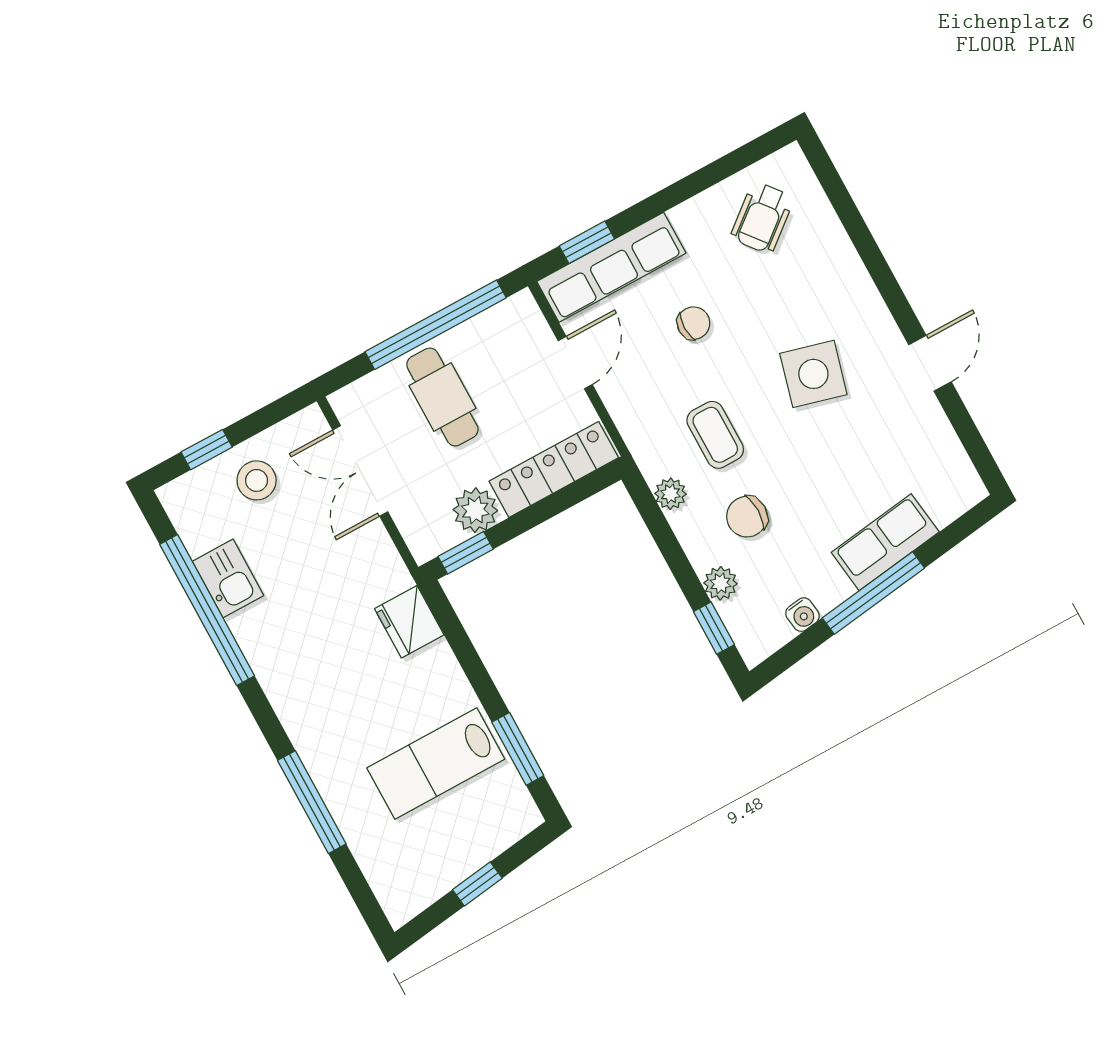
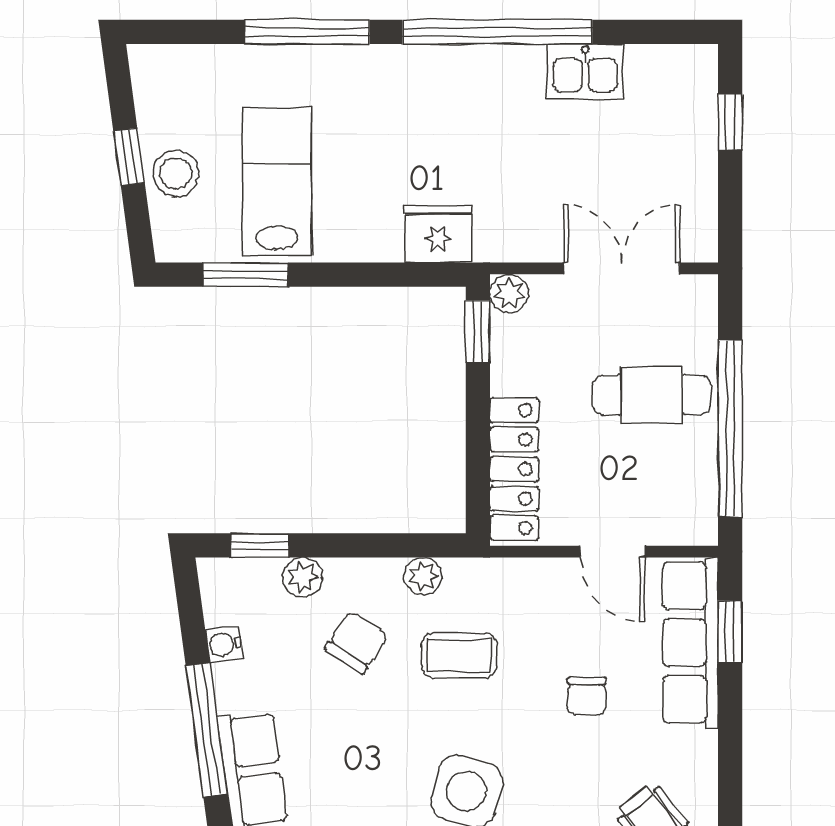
stool: (257, 480) -> (176, 174), moved
plant: (475, 510) -> (509, 293), moved, width x0.73, depth x0.73
chair: (747, 517) -> (357, 642), turned 34
window: (207, 610) -> (497, 32), moved

